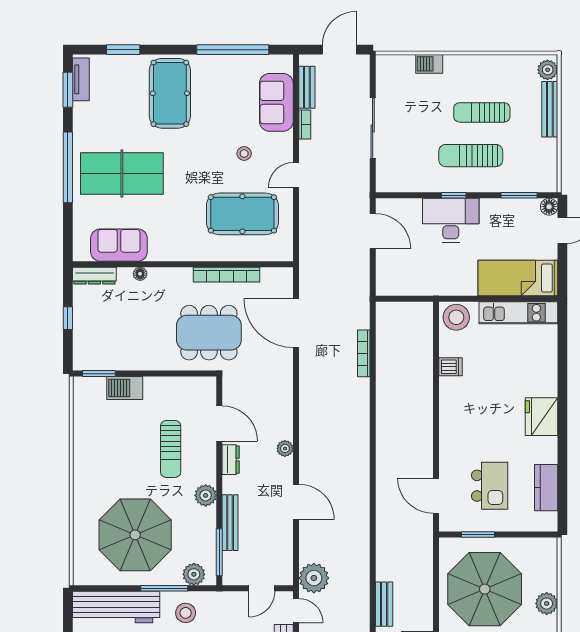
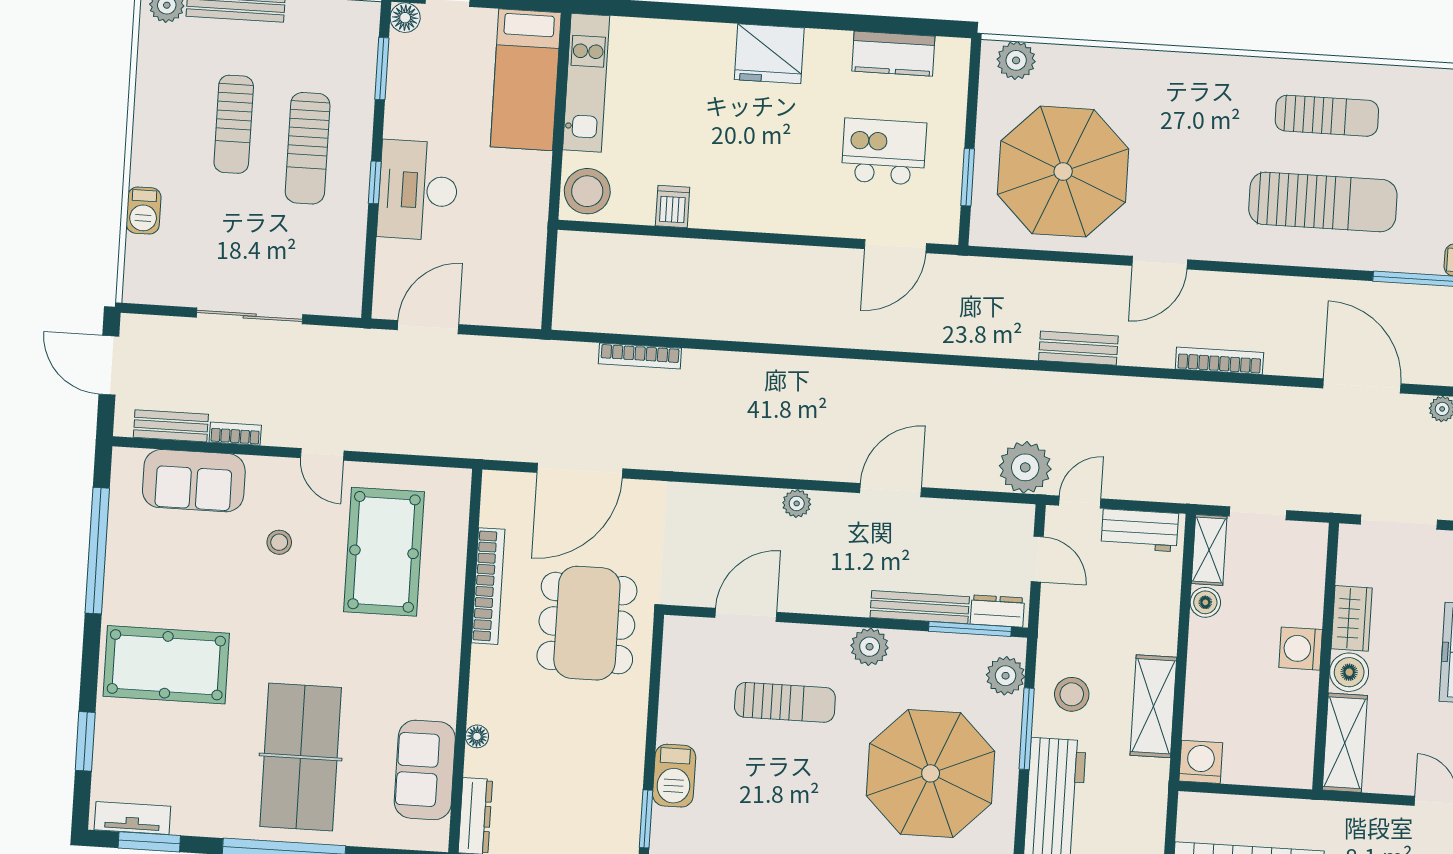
dresser: (231, 460) -> (997, 611), moved
plant: (547, 604) -> (1016, 60), moved

